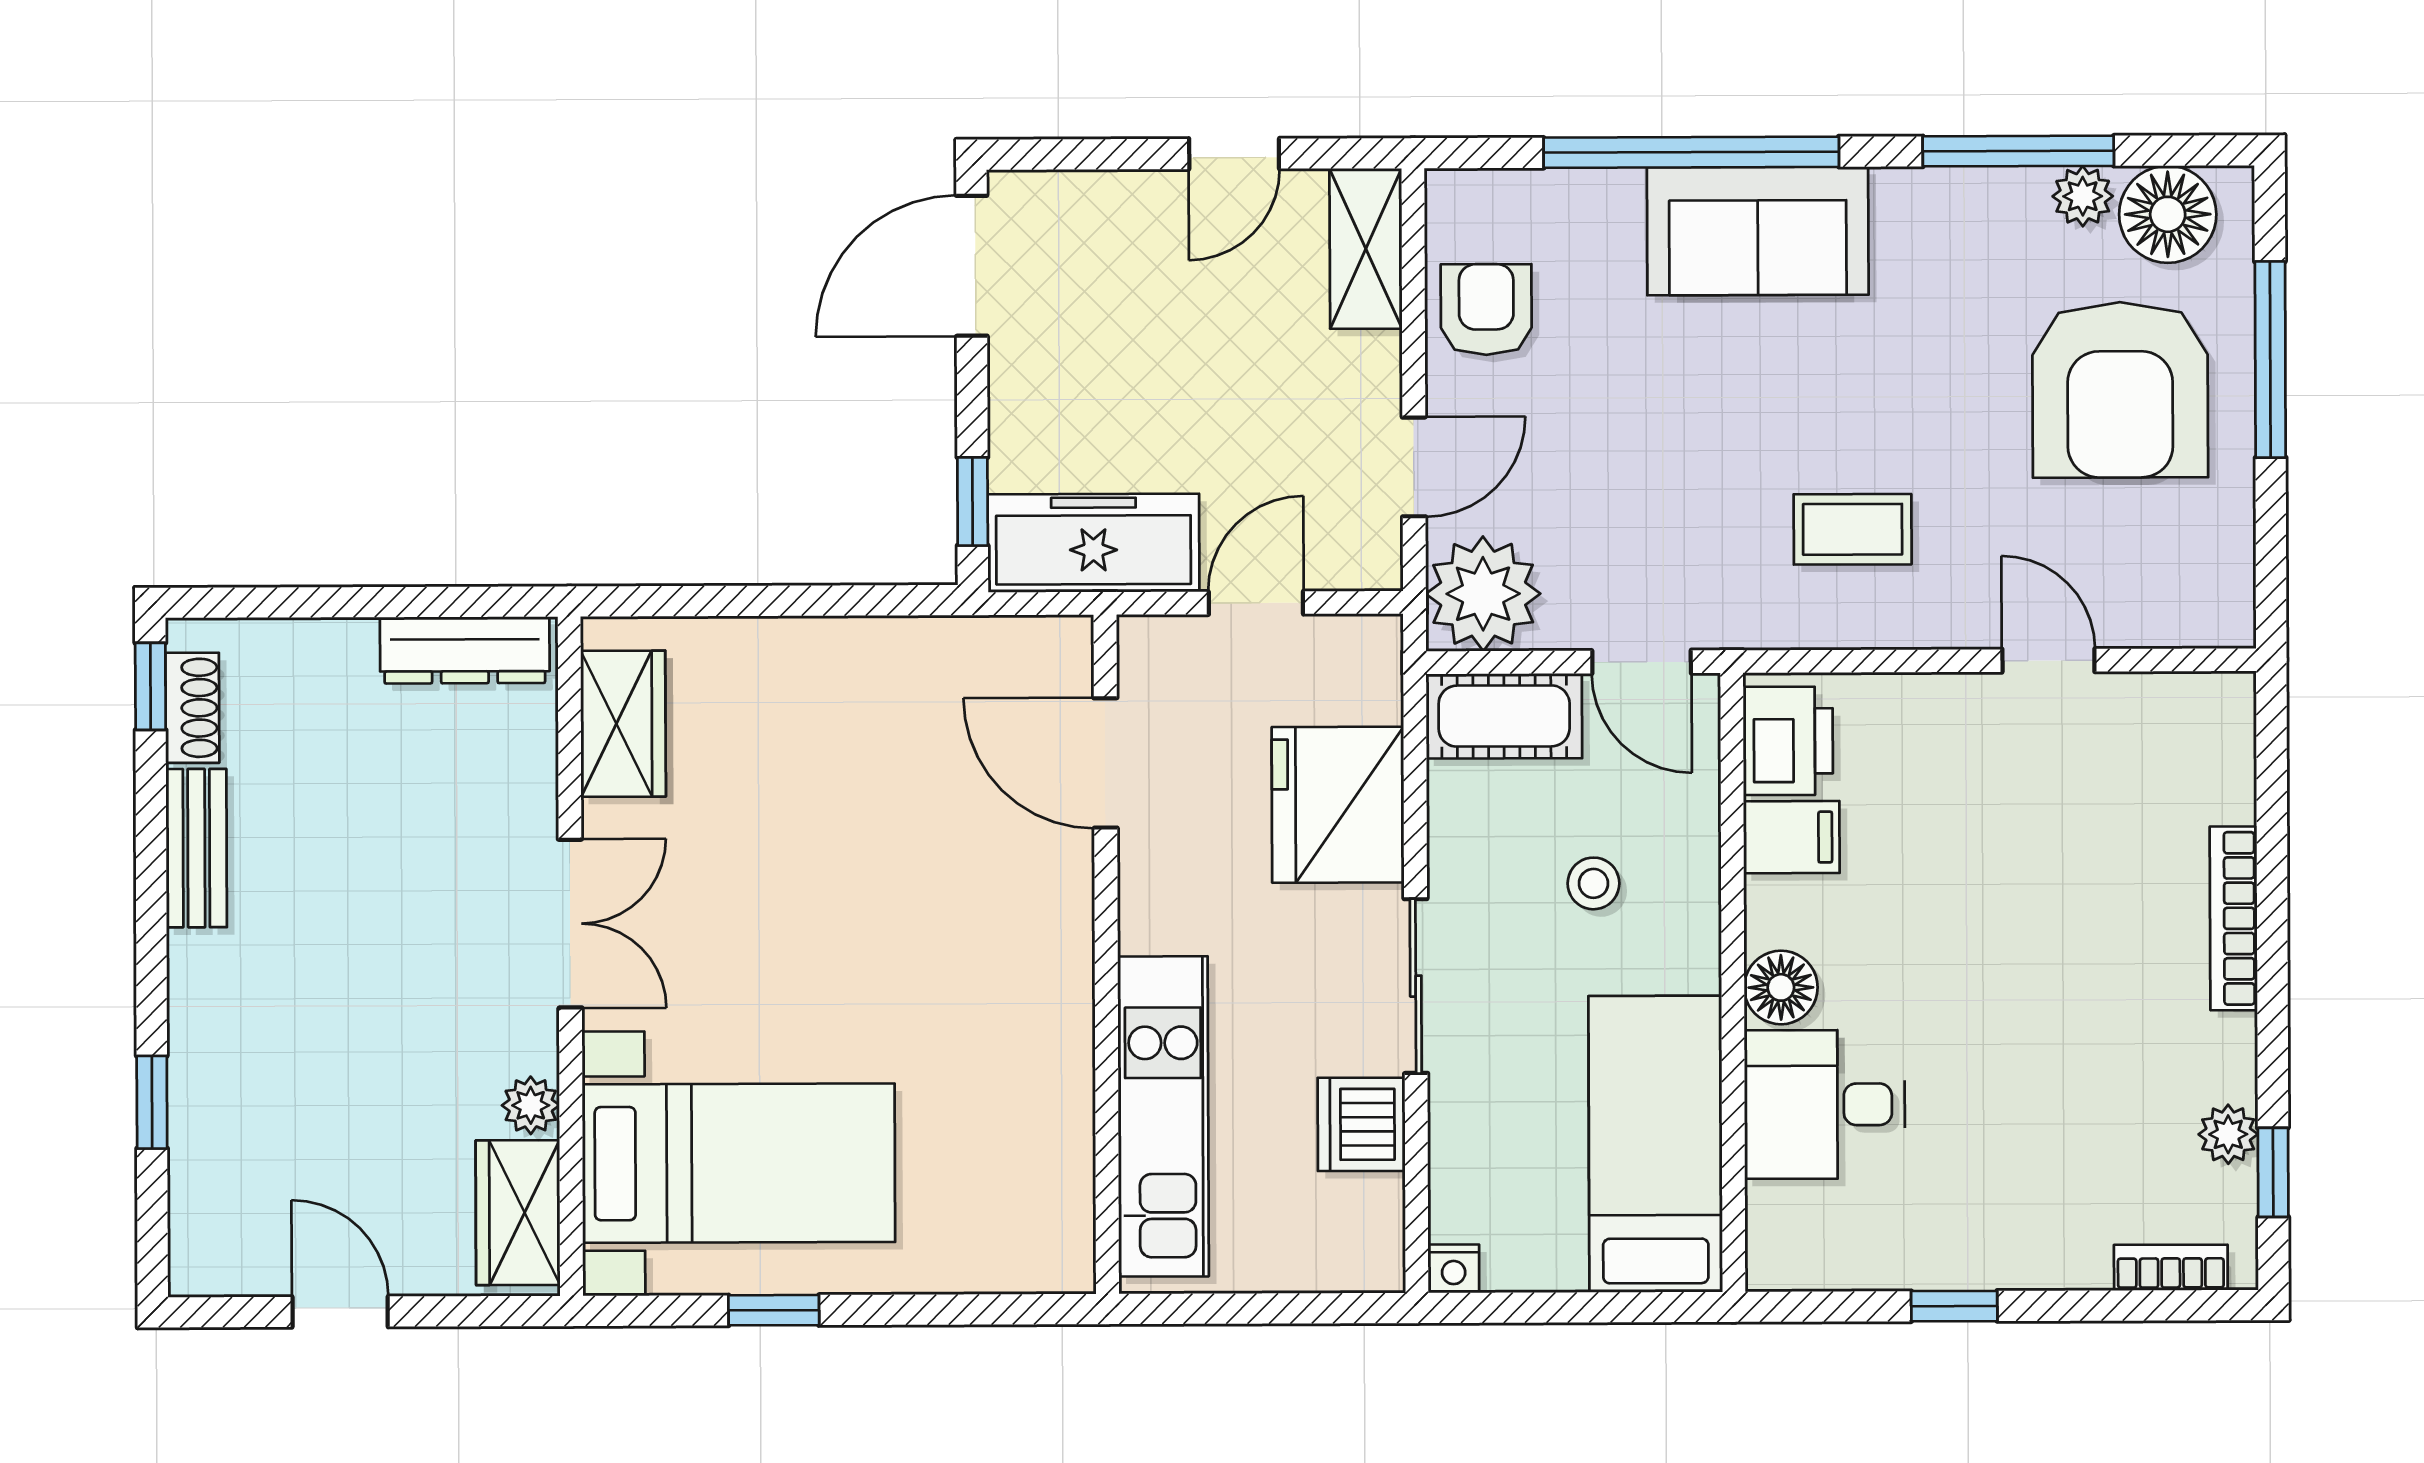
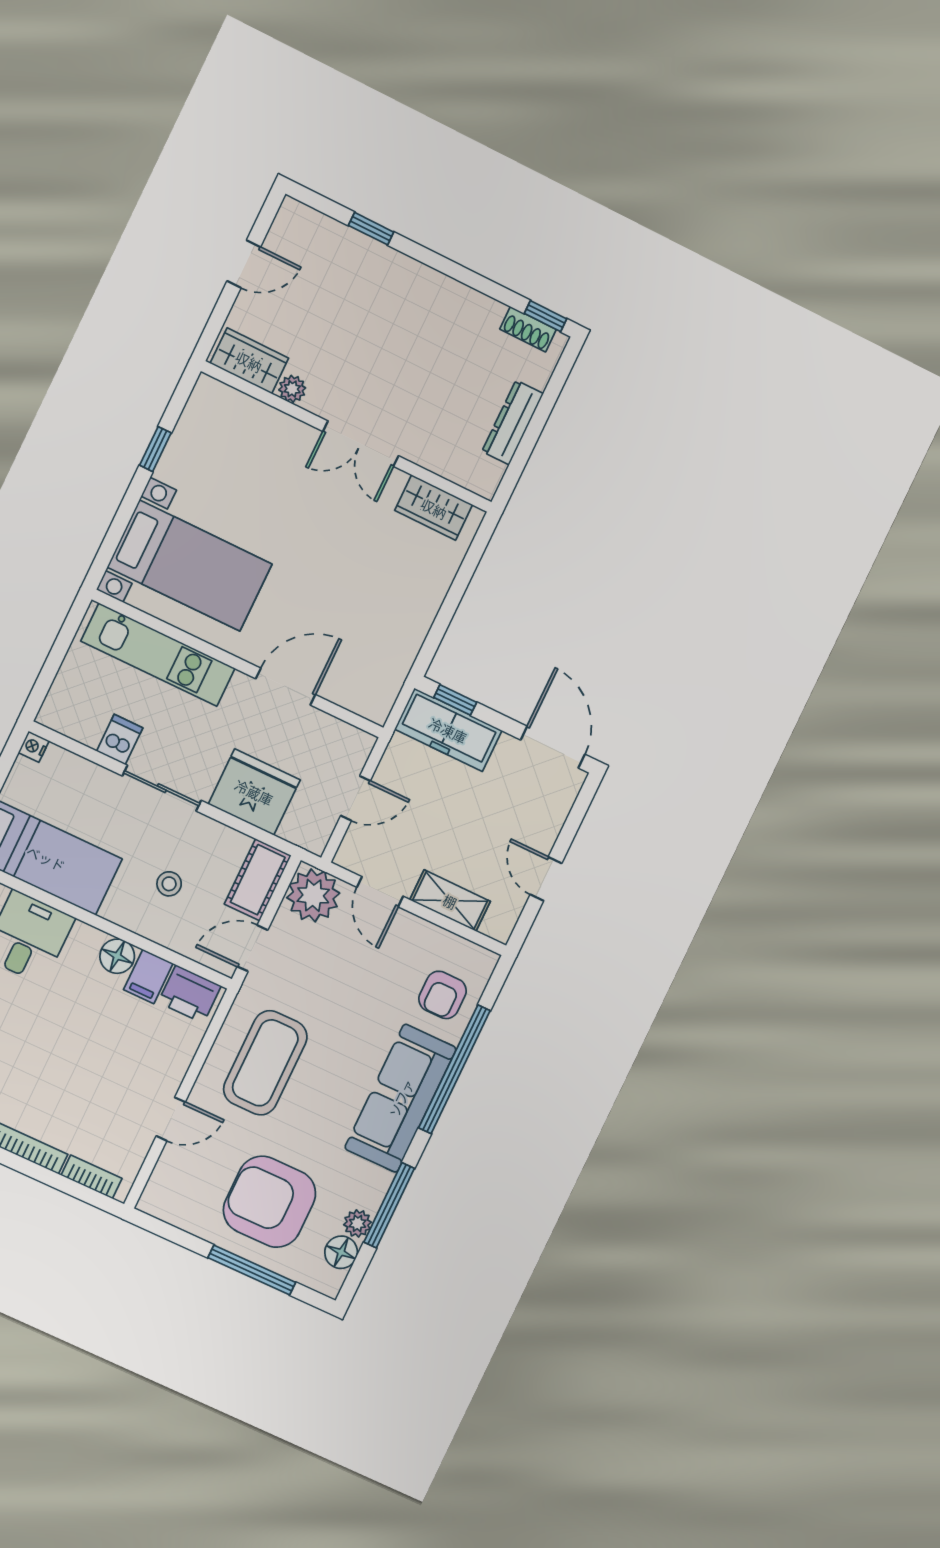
floor lamp: (2168, 214) -> (341, 1252), width x0.73, depth x0.73
sofa: (1758, 231) -> (401, 1098), width x1.36
shelving: (1366, 249) -> (450, 901), moved
armchair: (1486, 310) -> (443, 995), moved, turned 90
coffee table: (1853, 529) -> (265, 1063), width x1.86, depth x1.72
freezer: (1094, 543) -> (448, 730), moved, turned 90
door: (1256, 603) -> (355, 798), hinge flipped
dresser: (465, 650) -> (513, 423), moved
bookcase: (2232, 760) -> (92, 1177), added
door: (1106, 763) -> (286, 687), moved
bench: (196, 848) -> (469, 301), removed
floor lamp: (1781, 987) -> (117, 956), moved
dishwasher: (1361, 1124) -> (120, 740), width x0.73
bed with nightstands: (739, 1163) -> (190, 566), moved, turned -90

